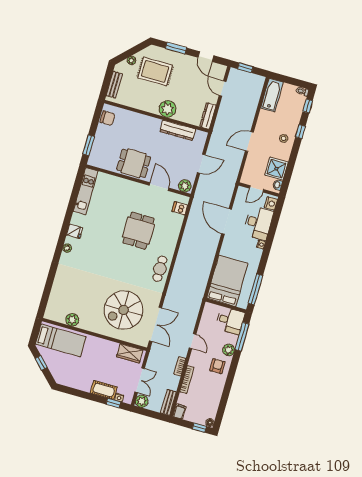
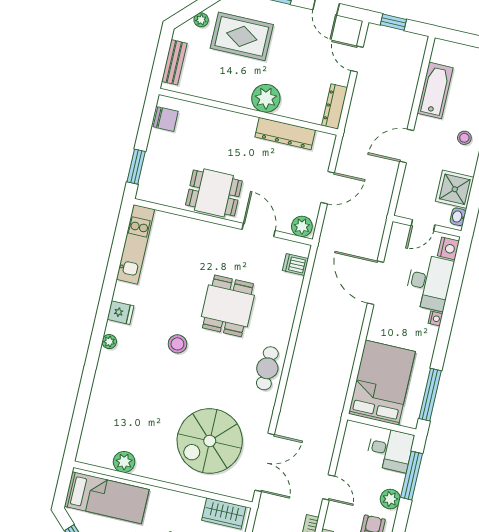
bathtub: (272, 95) -> (435, 90), moved
stool: (107, 252) -> (177, 344), added

